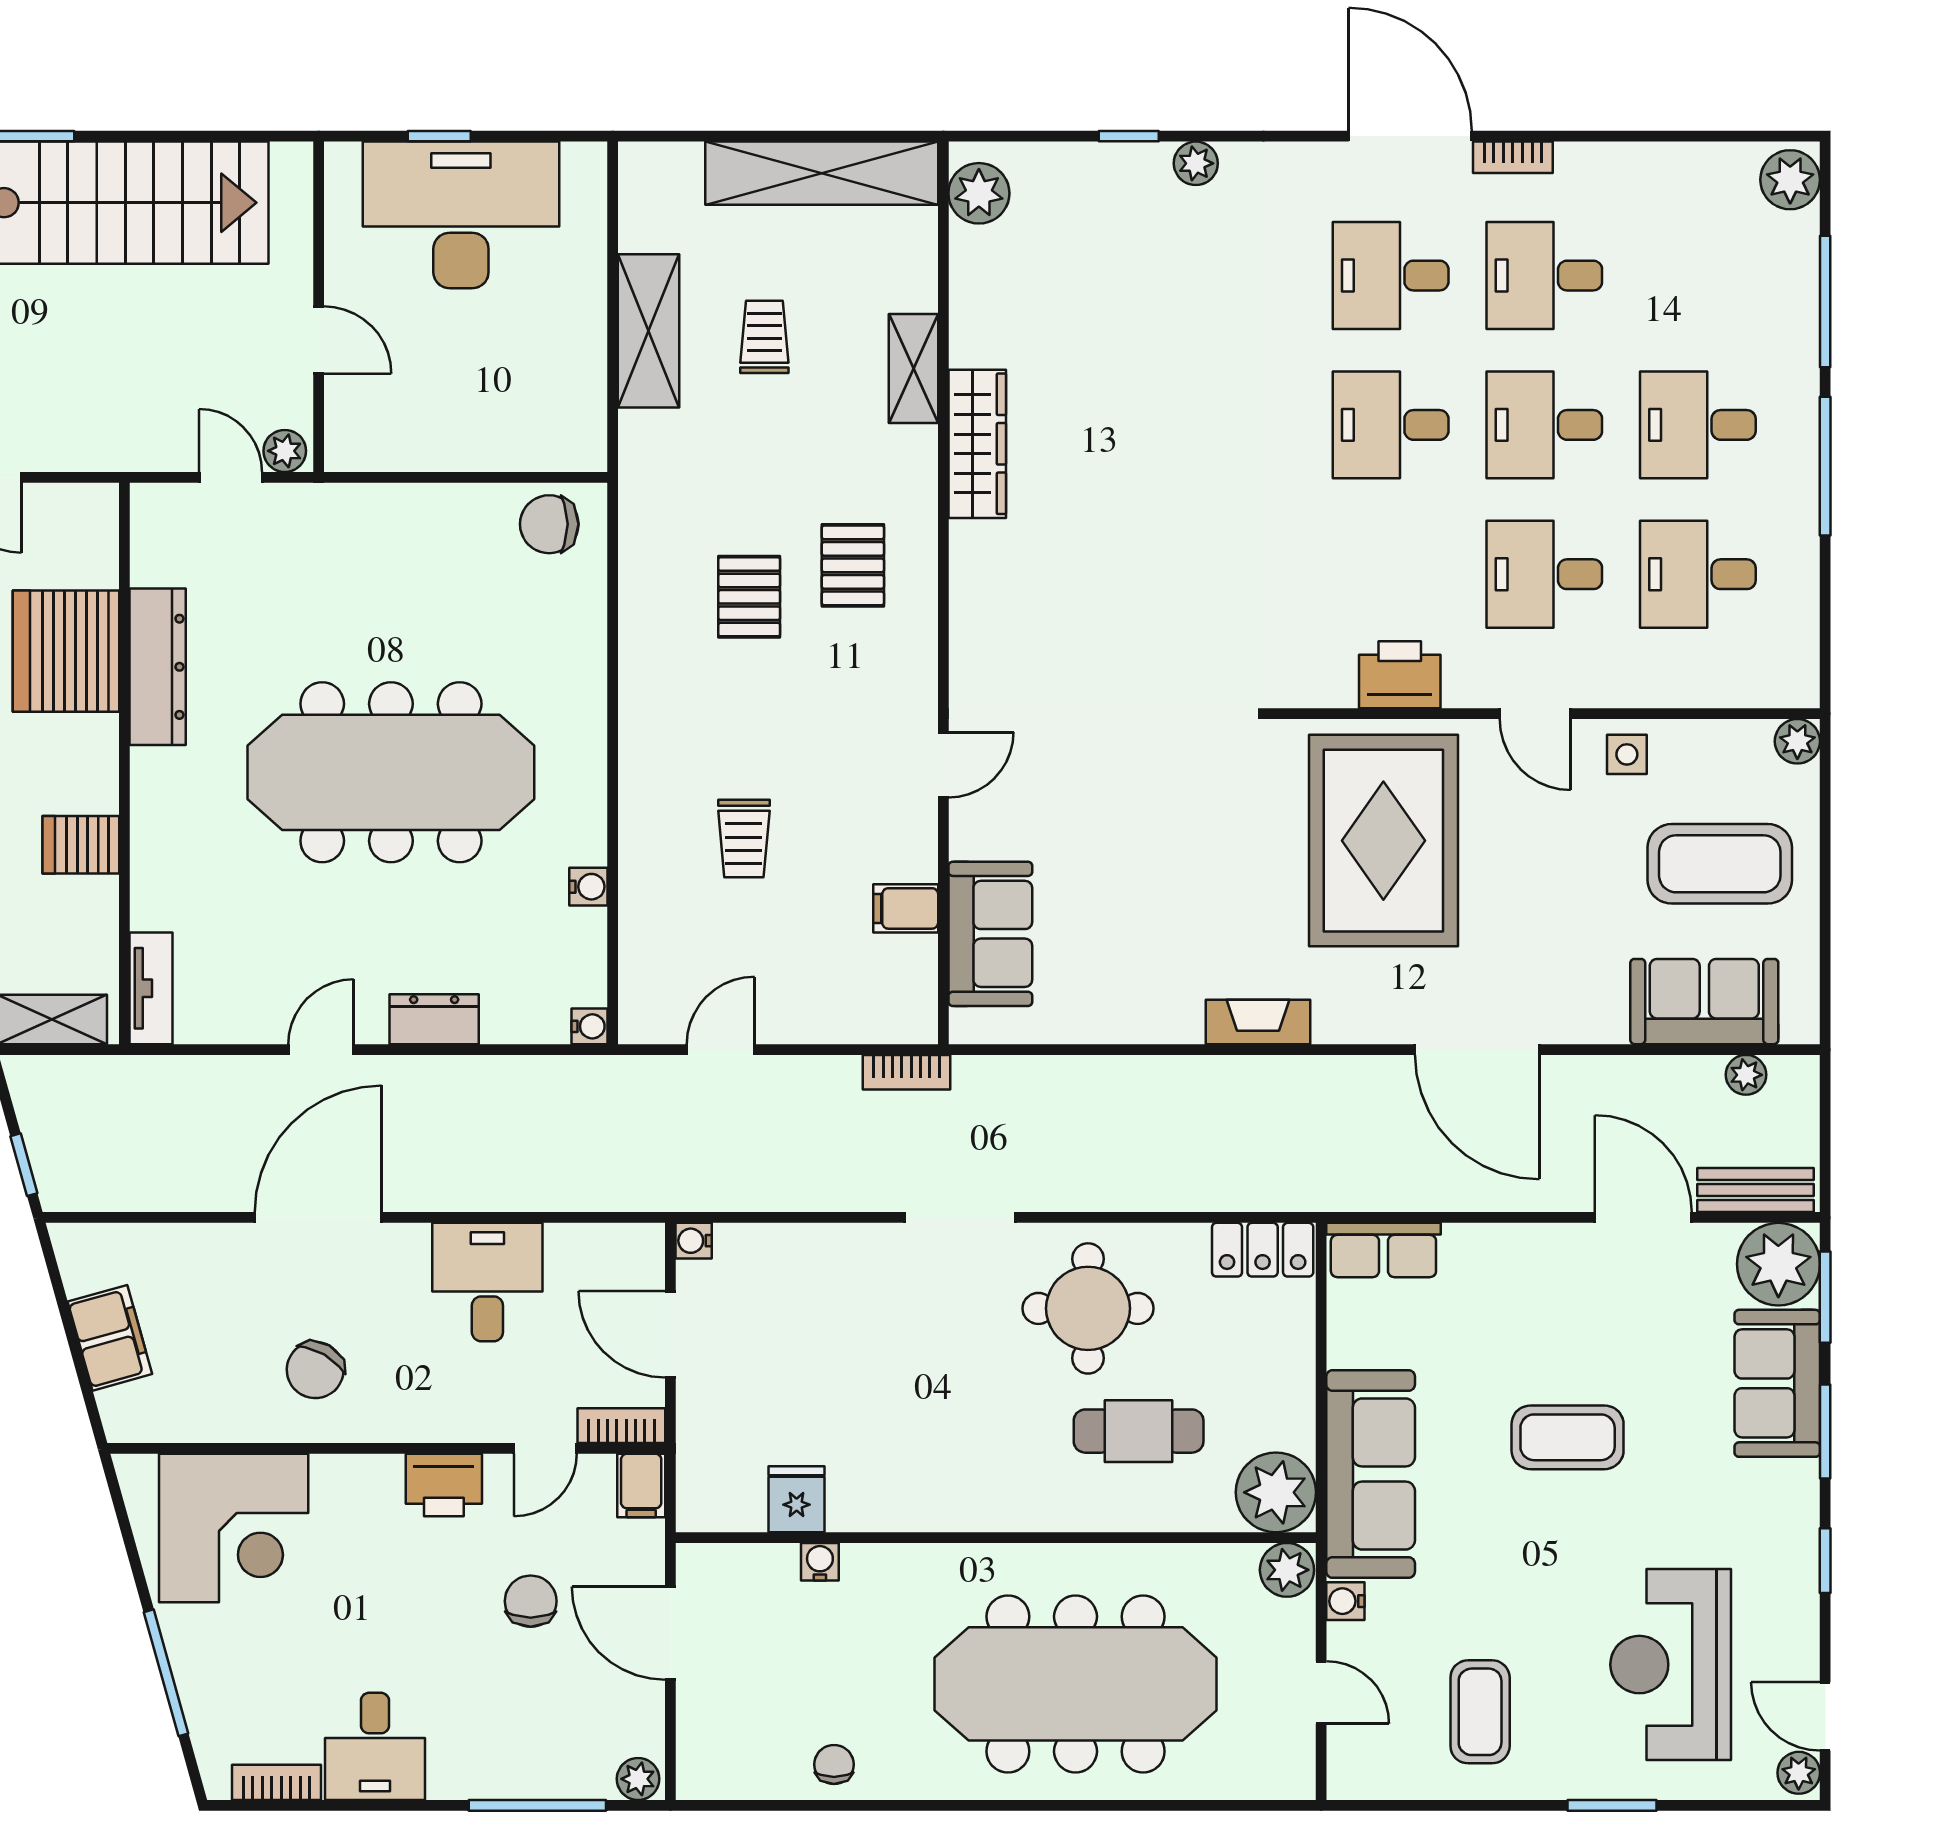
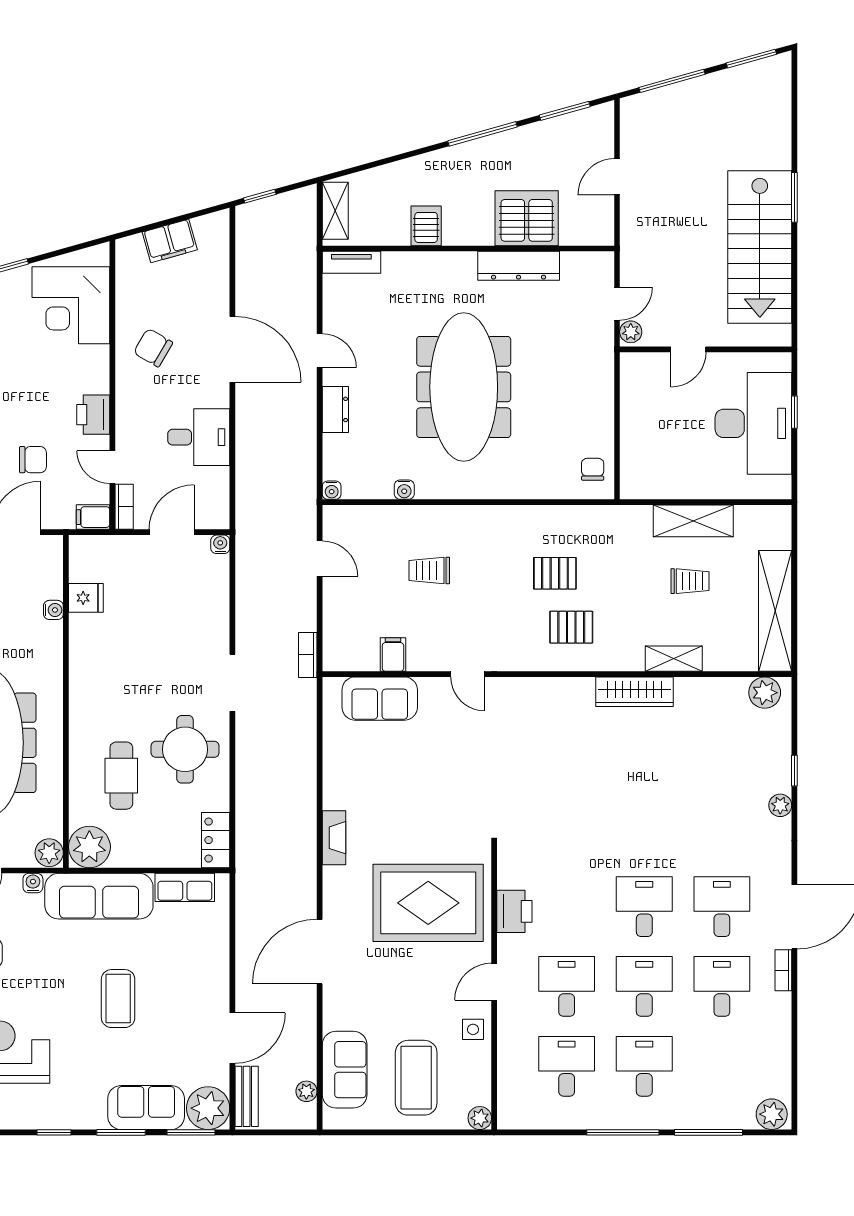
chair: (549, 524) -> (593, 469), width x0.73, depth x0.73
row of seats: (1383, 1250) -> (185, 887), moved, turned -90

